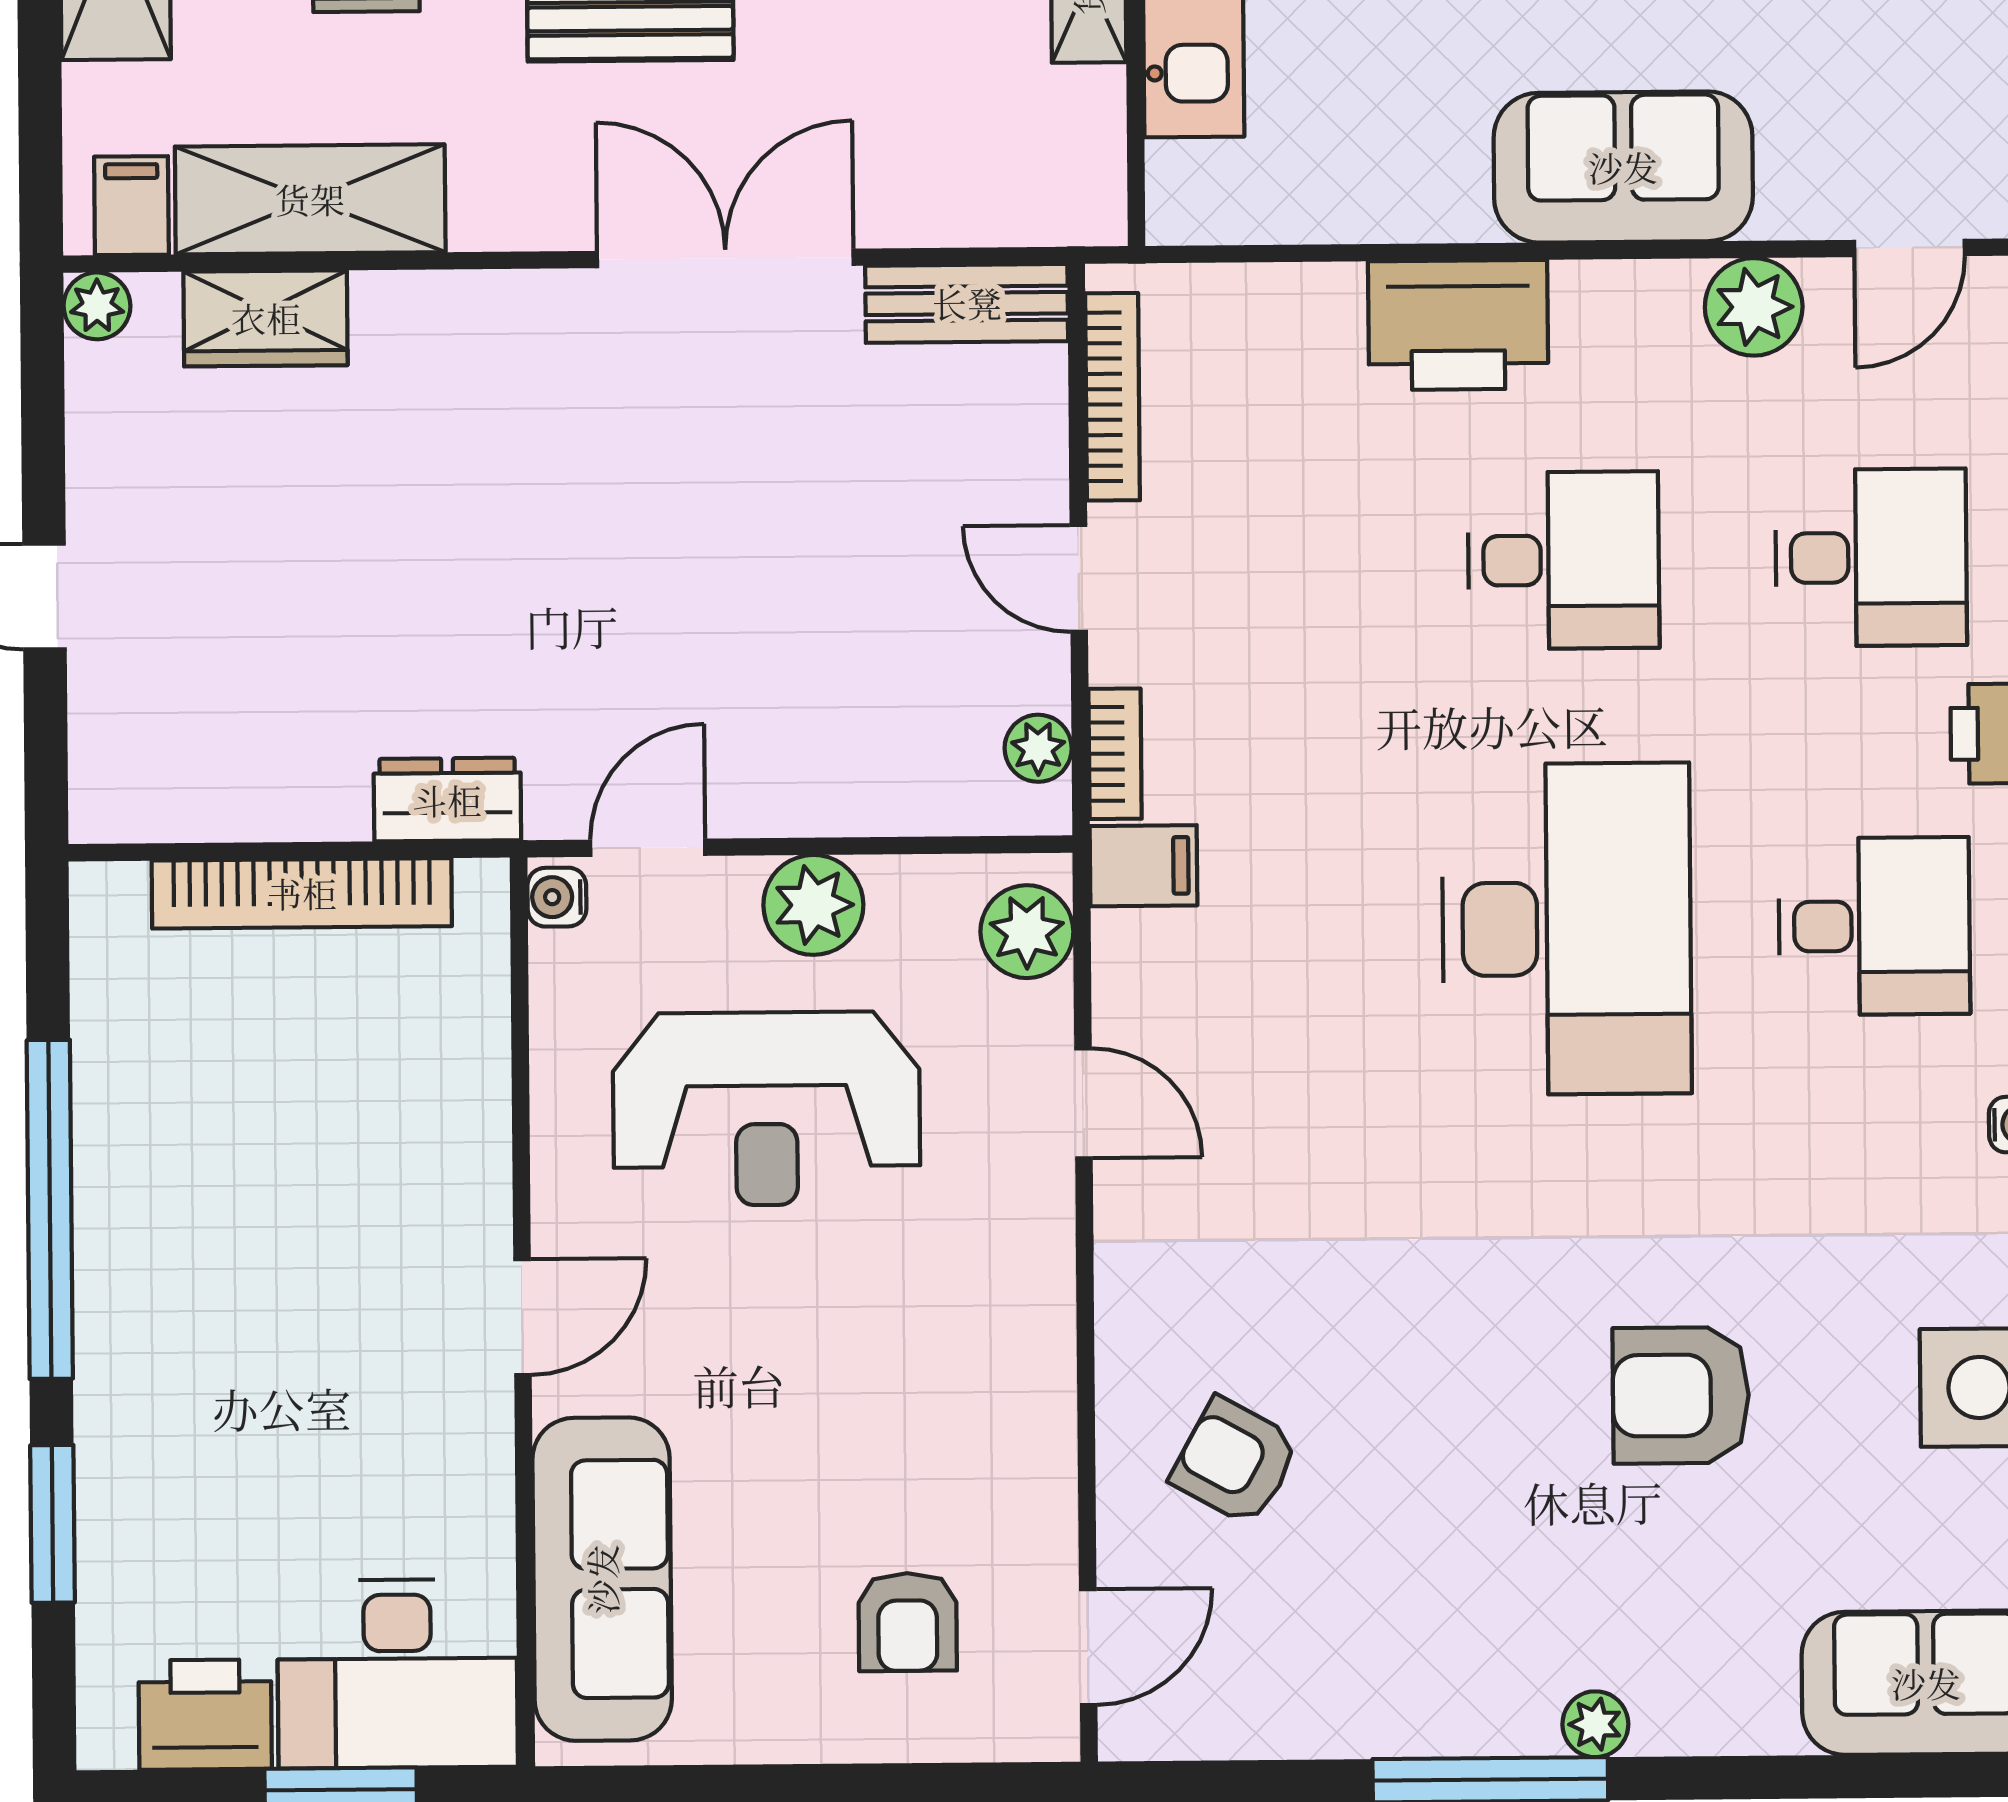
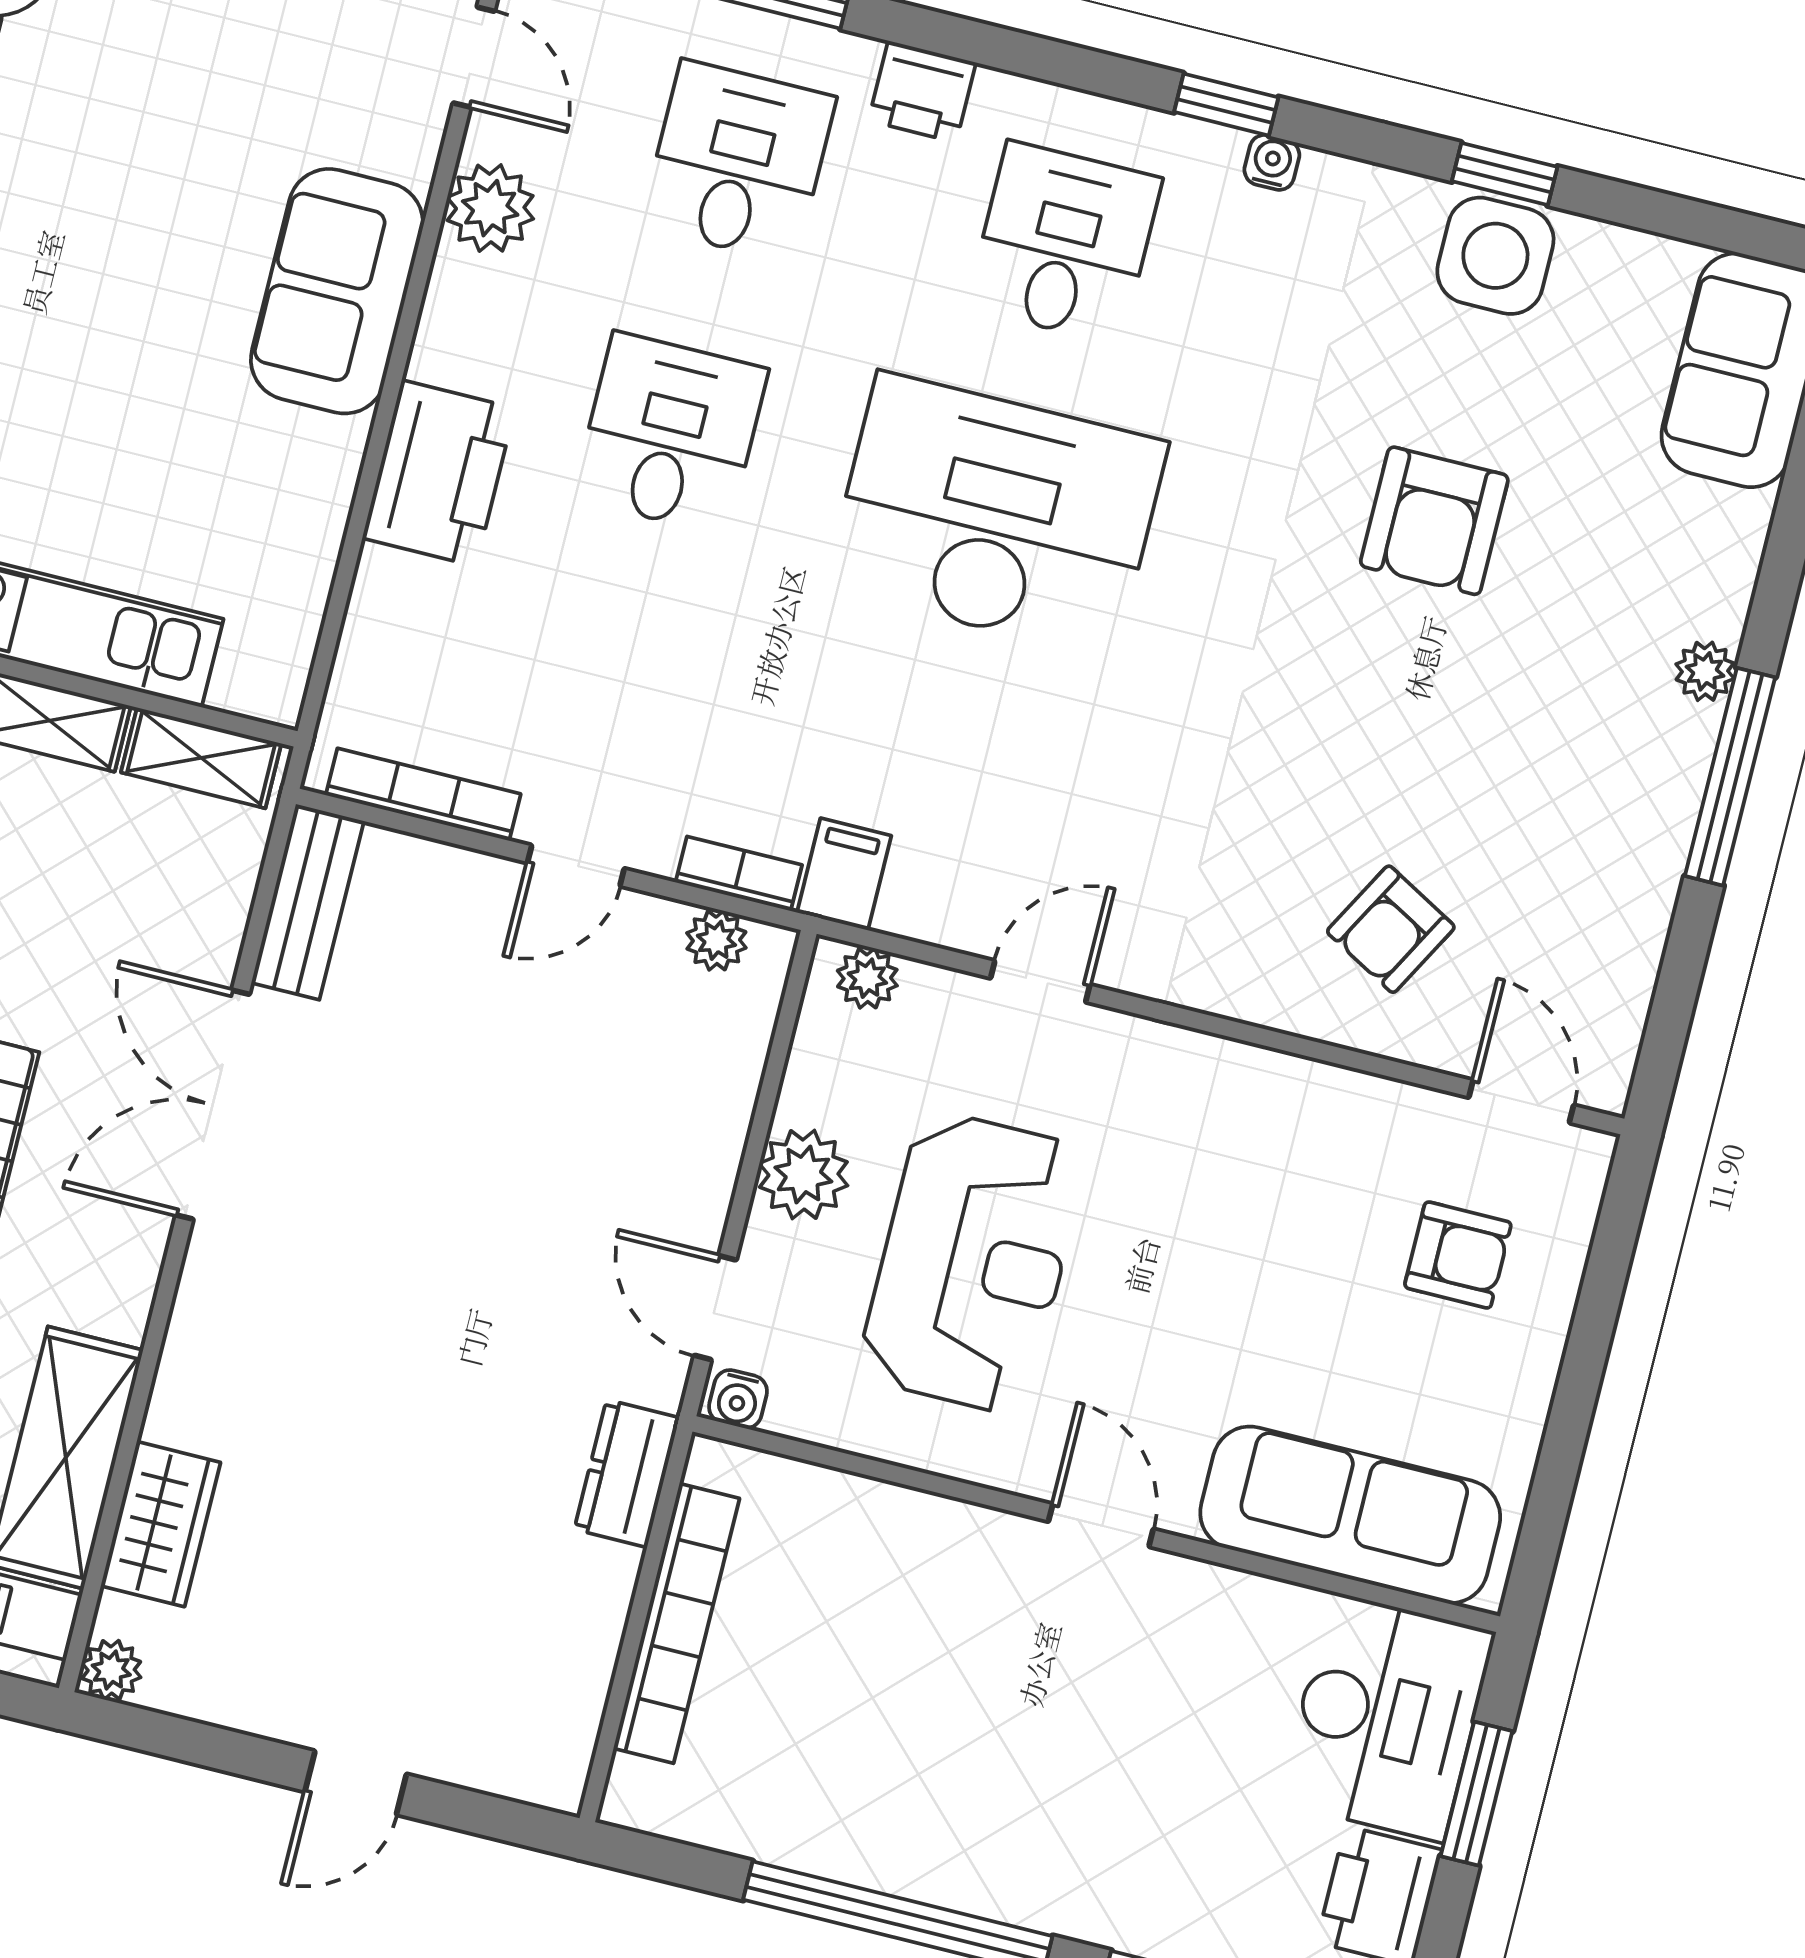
shelving: (1090, 151) -> (201, 758), added
plant: (1027, 932) -> (867, 978), width x0.73, depth x0.73

